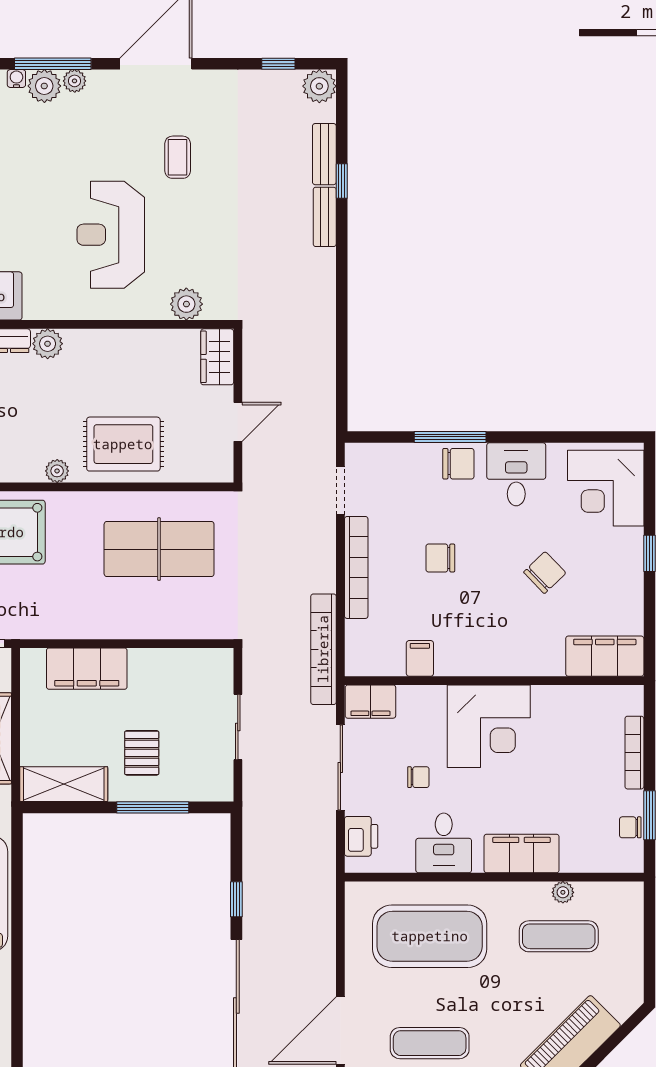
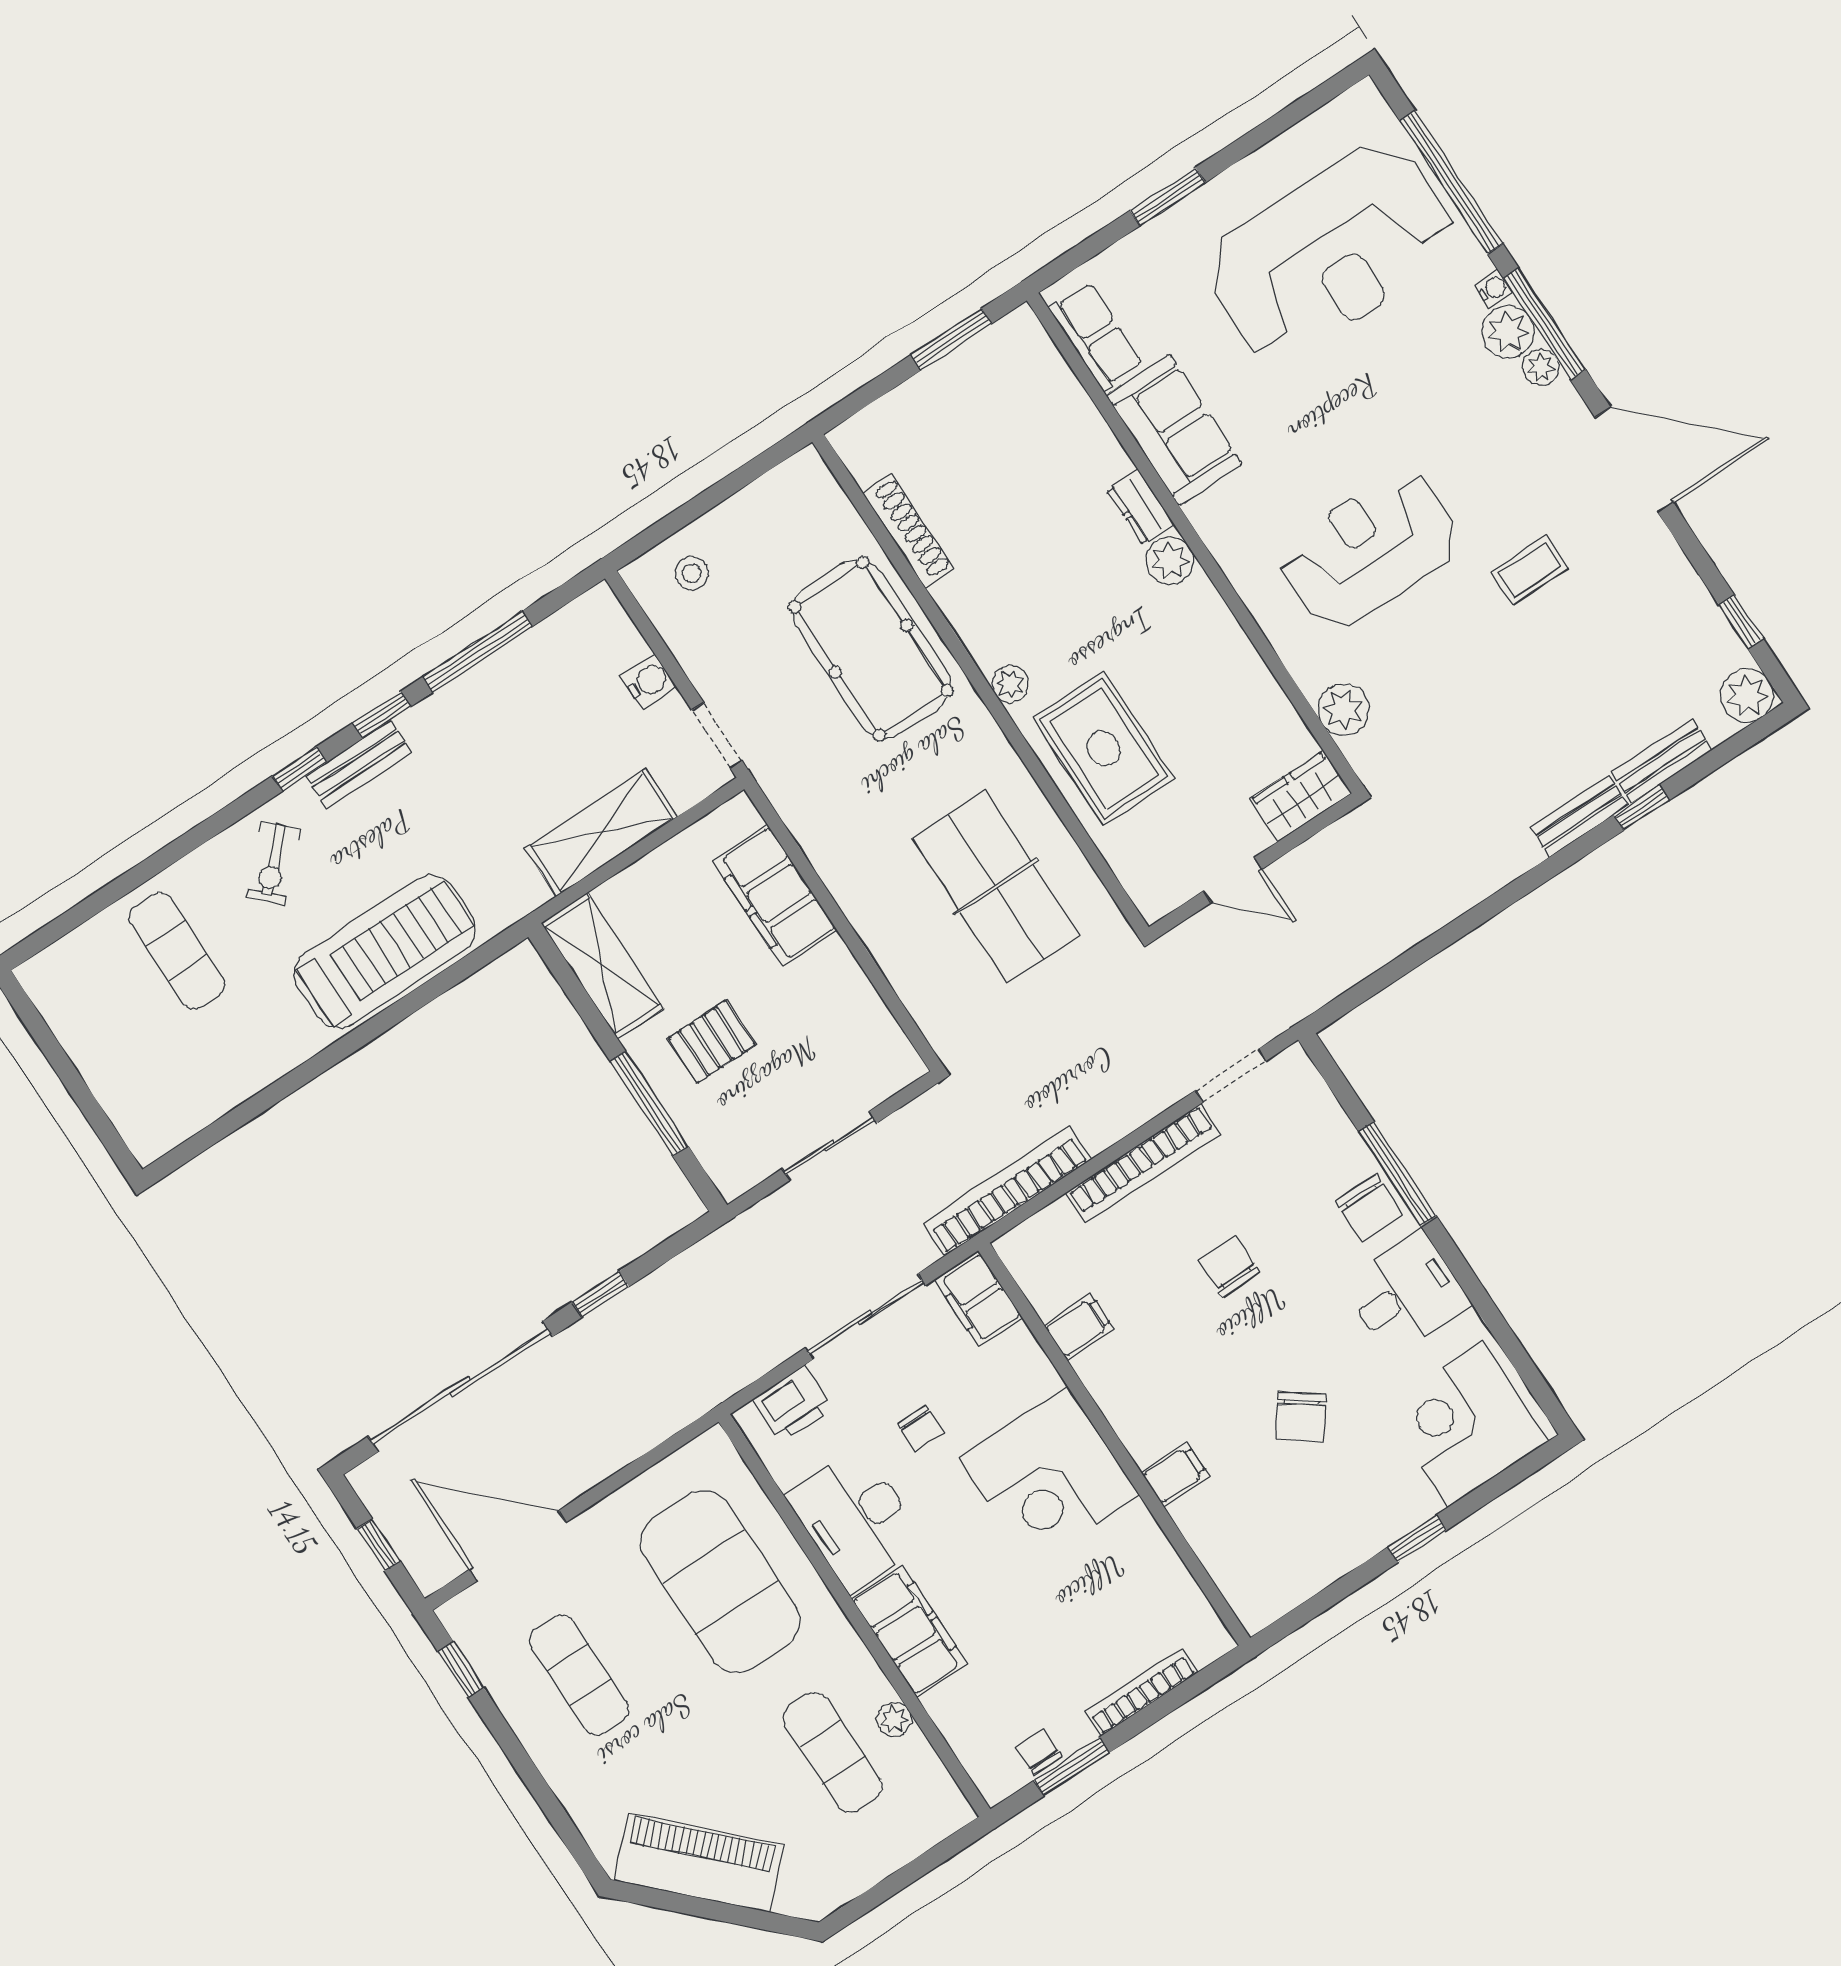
chair: (545, 573) -> (1301, 1417), turned 80
filing cabinet: (605, 656) -> (1175, 1474), moved, width x0.33, depth x0.86
desk: (444, 843) -> (856, 1519), width x1.37

